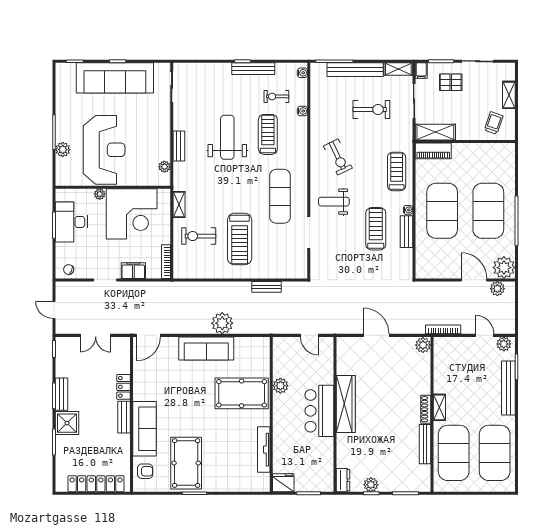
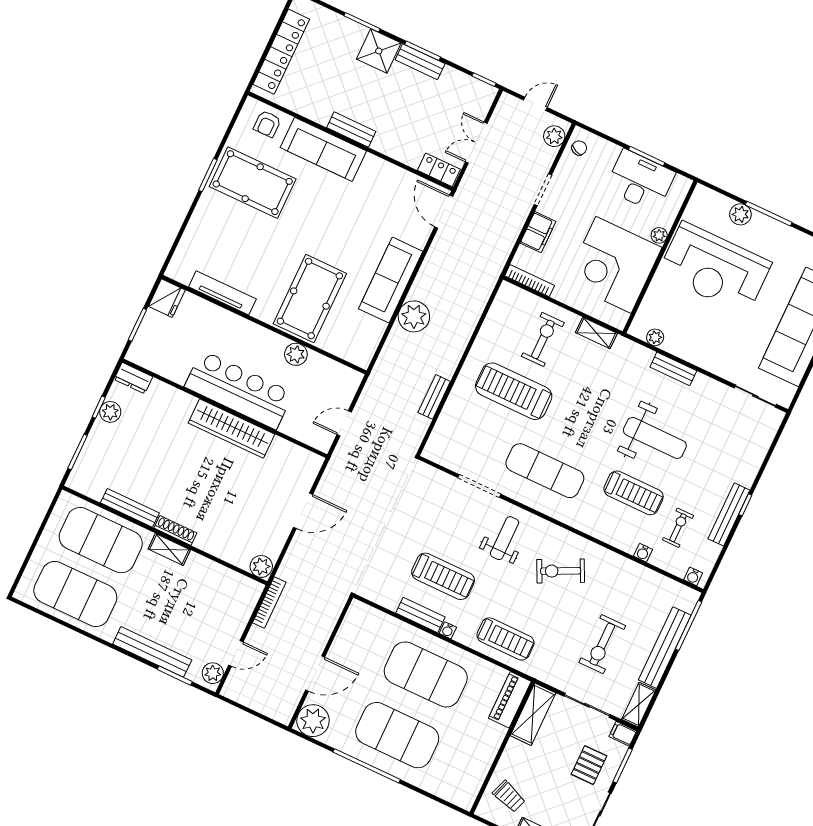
plant: (497, 289) -> (554, 136), moved
locker: (123, 387) -> (439, 170), moved
bar counter: (319, 411) -> (239, 390), width x1.36

